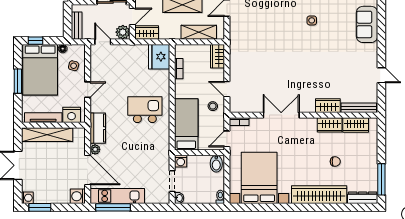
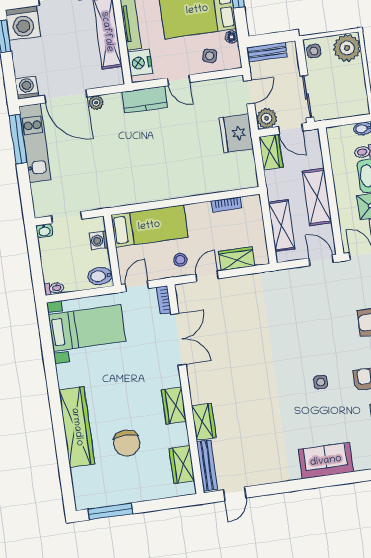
wardrobe: (218, 56) -> (237, 259), moved
fridge: (159, 57) -> (236, 133), moved, turned -90
door: (381, 75) -> (235, 494), moved
kitchen island: (145, 110) -> (162, 165), removed
double door: (281, 115) -> (178, 339), moved
wardrobe: (330, 125) -> (174, 406), moved
kitchen counter: (98, 128) -> (145, 100), moved
door: (227, 139) -> (137, 286), hinge flipped
washing machine: (181, 161) -> (99, 241), moved
chair: (335, 161) -> (127, 443), width x1.87, depth x1.87
door: (88, 170) -> (66, 96), hinge flipped
bed with nightstands: (259, 178) -> (87, 328), width x0.73
washing machine: (27, 198) -> (23, 23), width x1.89, depth x1.89
dresser: (363, 198) -> (81, 489), removed

